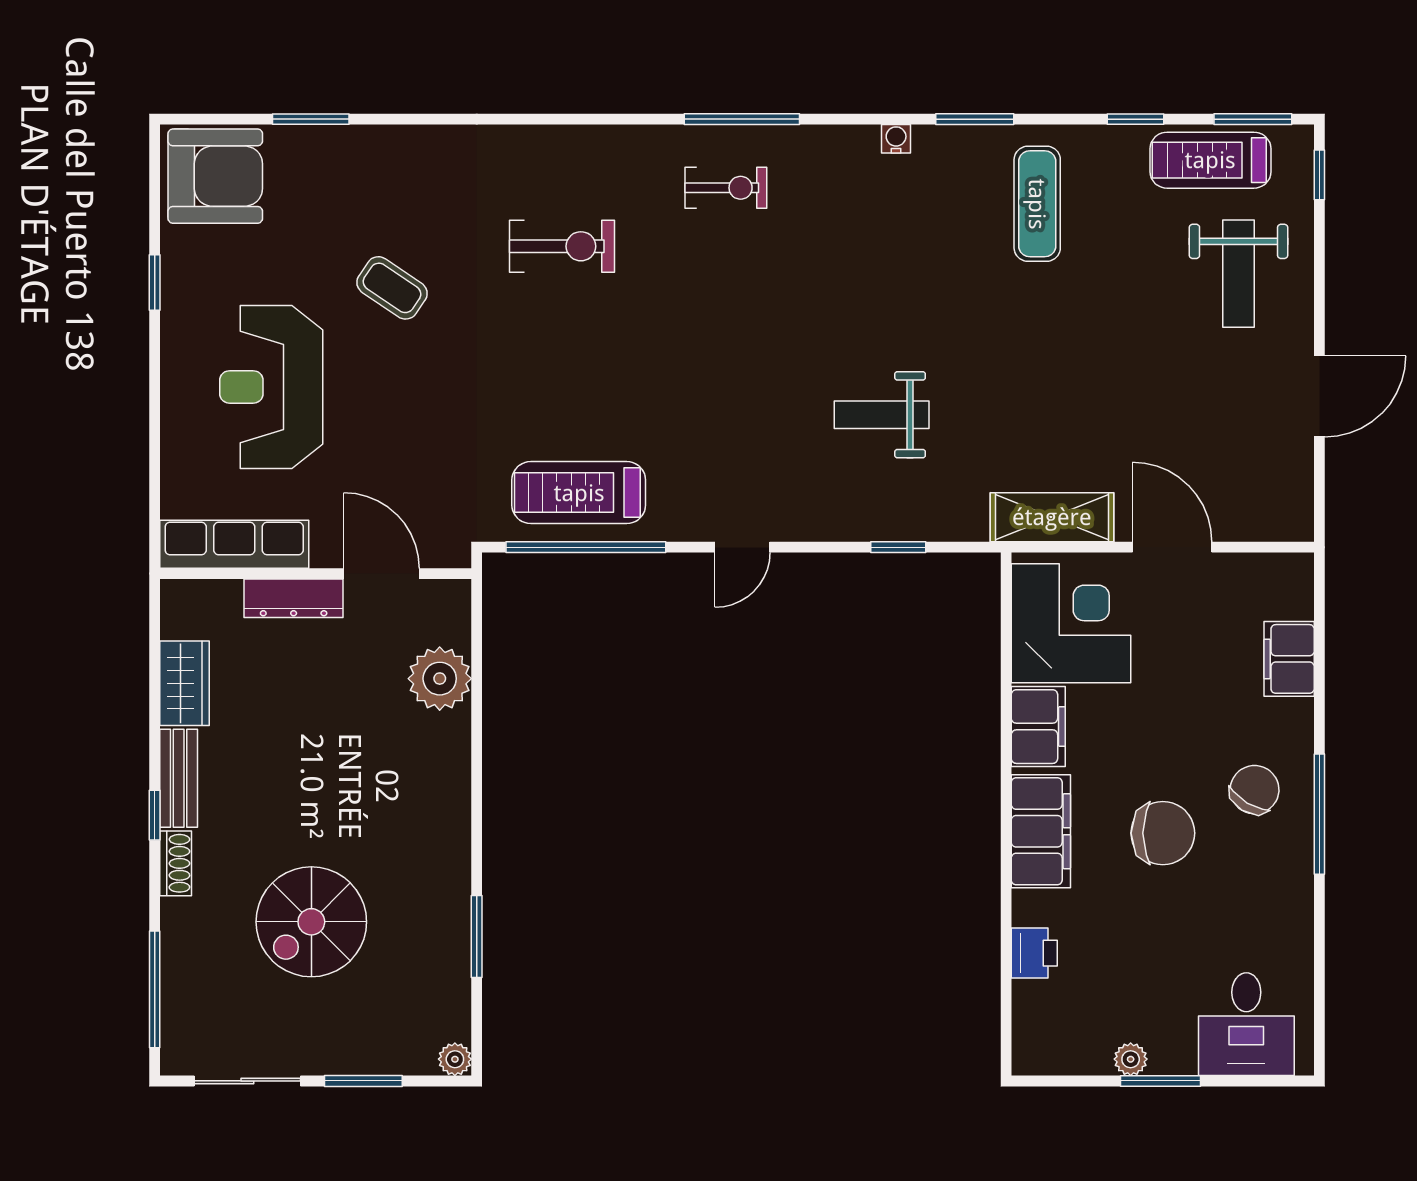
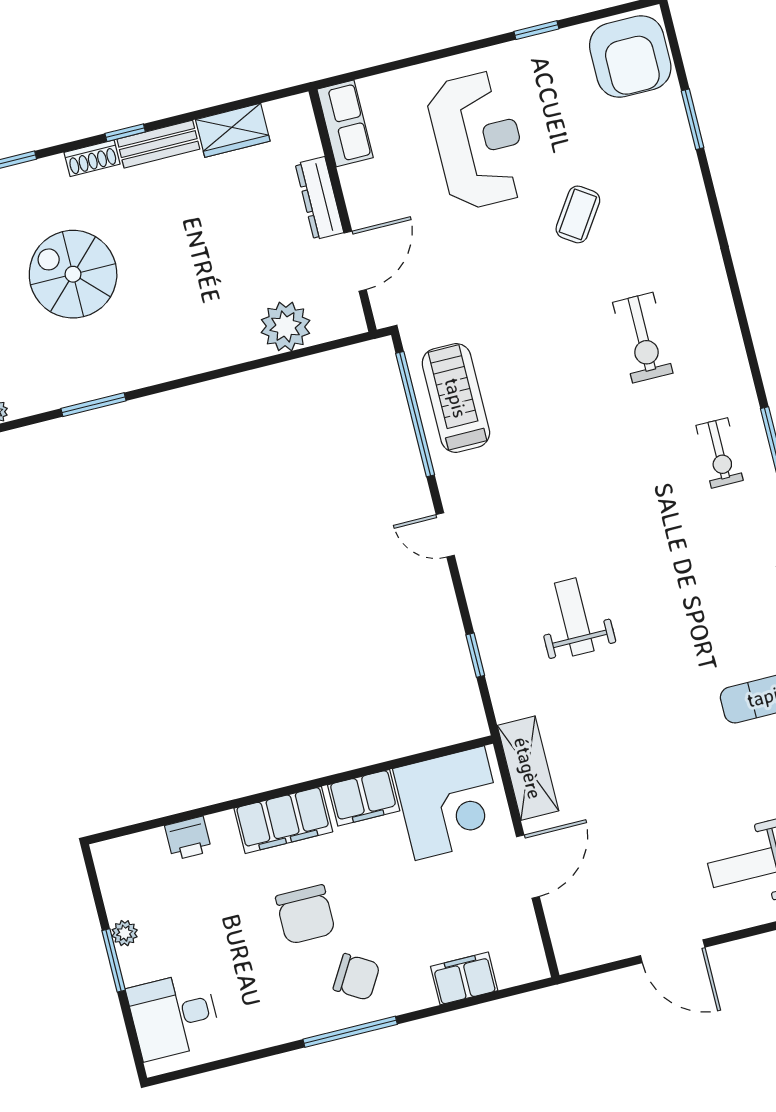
reception desk: (271, 387) -> (478, 140), turned 90
row of seats: (234, 544) -> (345, 123), width x0.68

